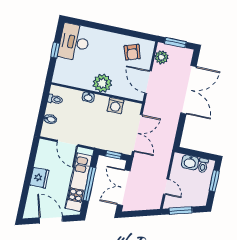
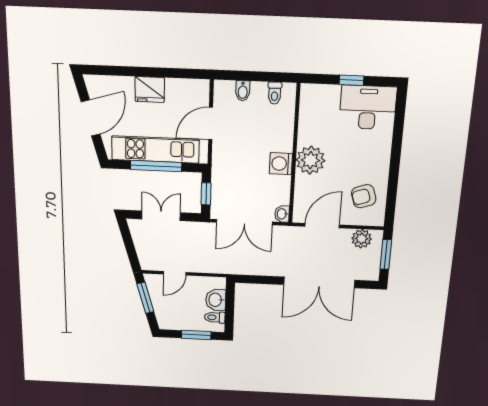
washbasin: (88, 97) -> (282, 214), moved
washing machine: (115, 106) -> (281, 164), moved
double door: (124, 188) -> (161, 216), width x0.73

